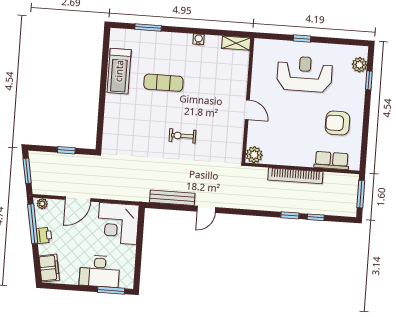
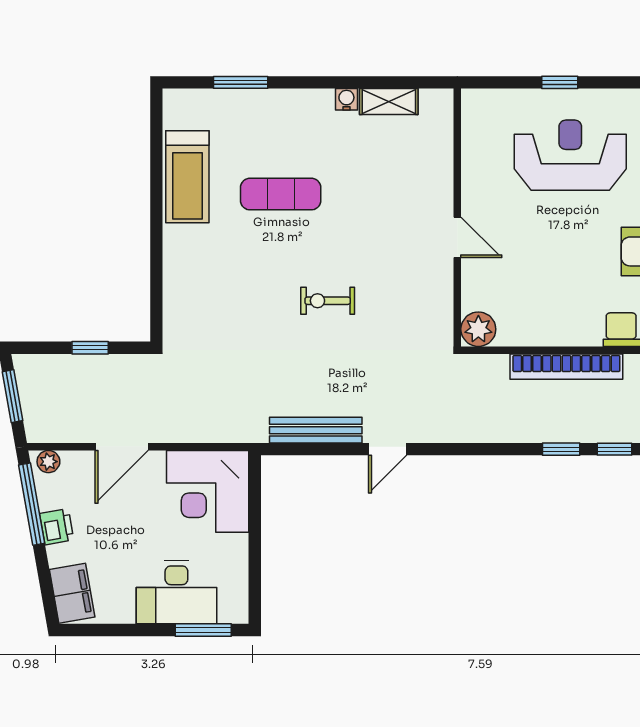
shelving: (236, 43) -> (389, 102), moved

